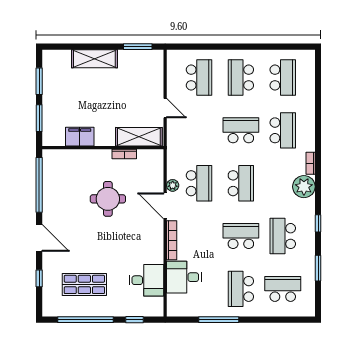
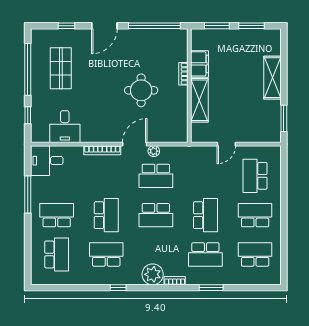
school desk: (199, 78) -> (255, 176), turned 90
school desk: (283, 78) -> (255, 254), turned 180
shelving: (139, 137) -> (199, 100), moved
bookcase: (124, 154) -> (183, 74), moved
window: (318, 268) -> (211, 288), moved
desk: (184, 277) -> (47, 161), moved, turned -90

